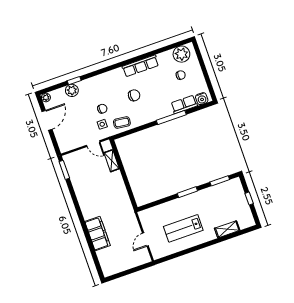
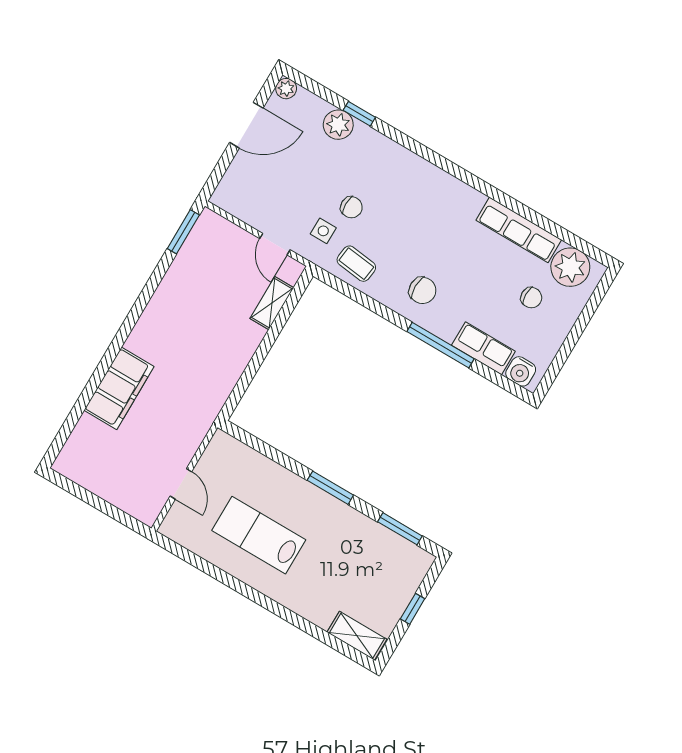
row of seats: (140, 66) -> (519, 230), moved
chair: (134, 95) -> (422, 290), moved
shelving: (227, 229) -> (357, 636), moved
door: (145, 240) -> (181, 484), swing flipped

